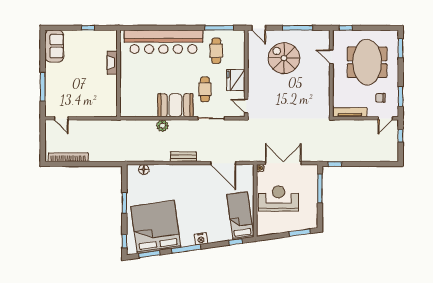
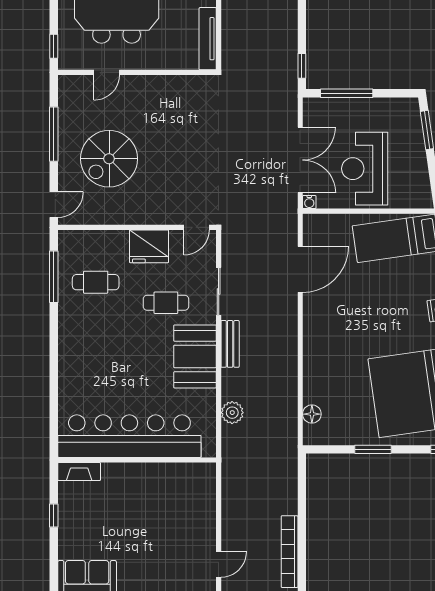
bar counter: (163, 42) -> (129, 436), moved, turned -90
fireplace: (112, 63) -> (79, 471), moved
plant: (162, 126) -> (232, 413), moved
bench: (183, 157) -> (230, 344), moved
double door: (283, 163) -> (300, 160), swing flipped

